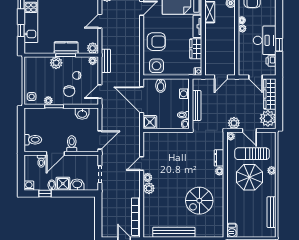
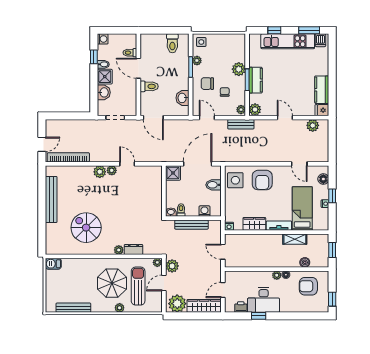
toilet: (33, 140) -> (172, 43), moved

